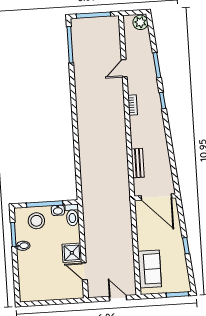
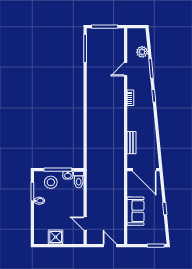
plant: (140, 22) -> (142, 52), moved
shower: (72, 253) -> (56, 237), moved
sofa: (150, 269) -> (136, 211), moved

